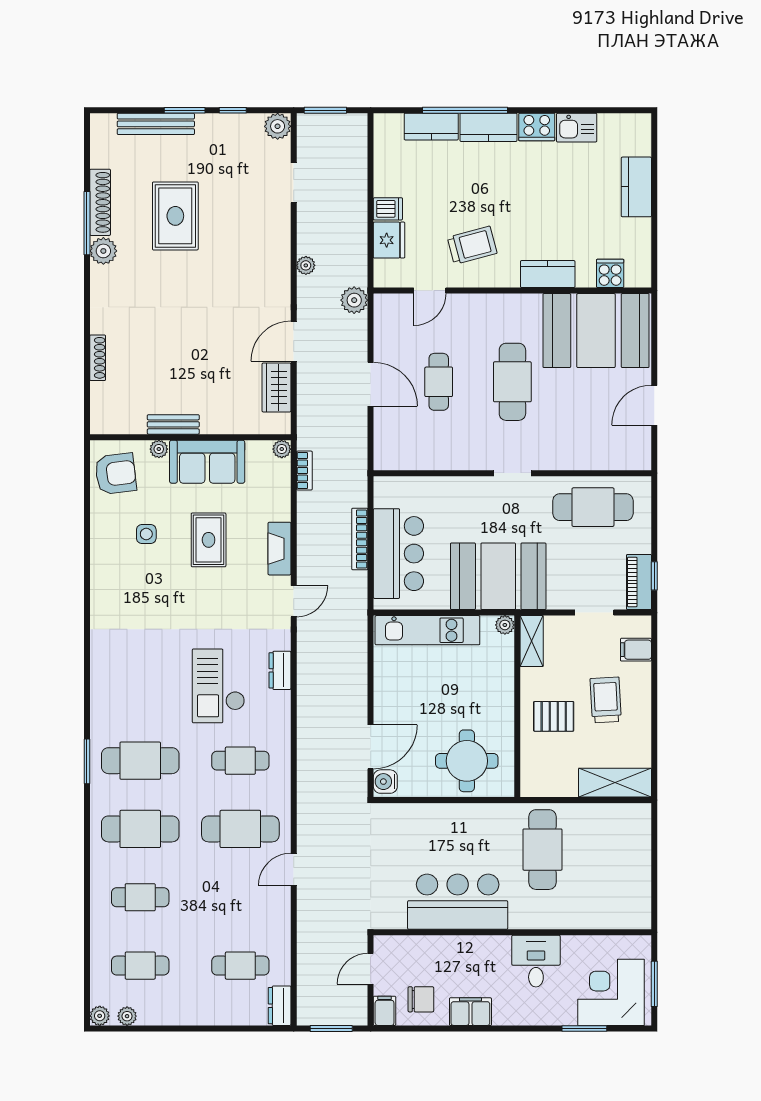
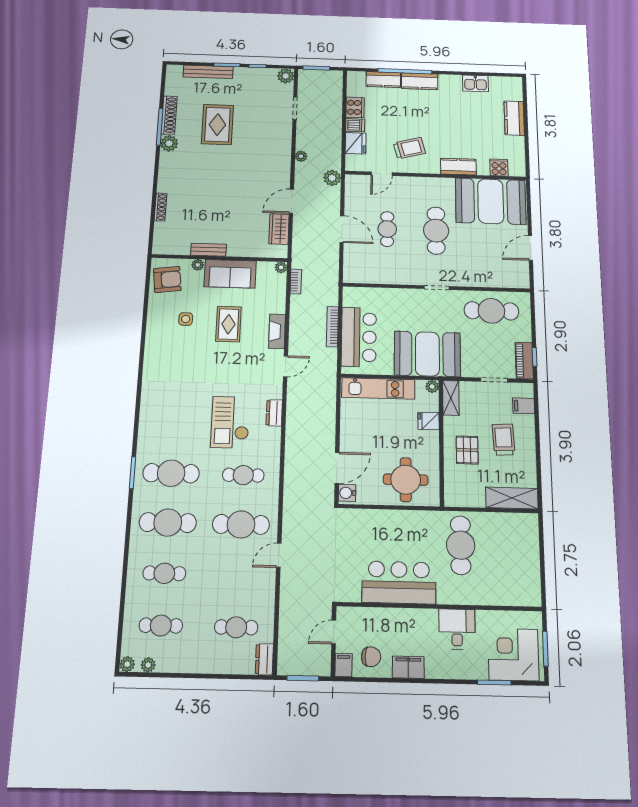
cooker: (537, 127) -> (355, 107), moved, turned -90
fridge: (499, 676) -> (429, 421), added
pallet: (554, 716) -> (467, 450), turned 90

